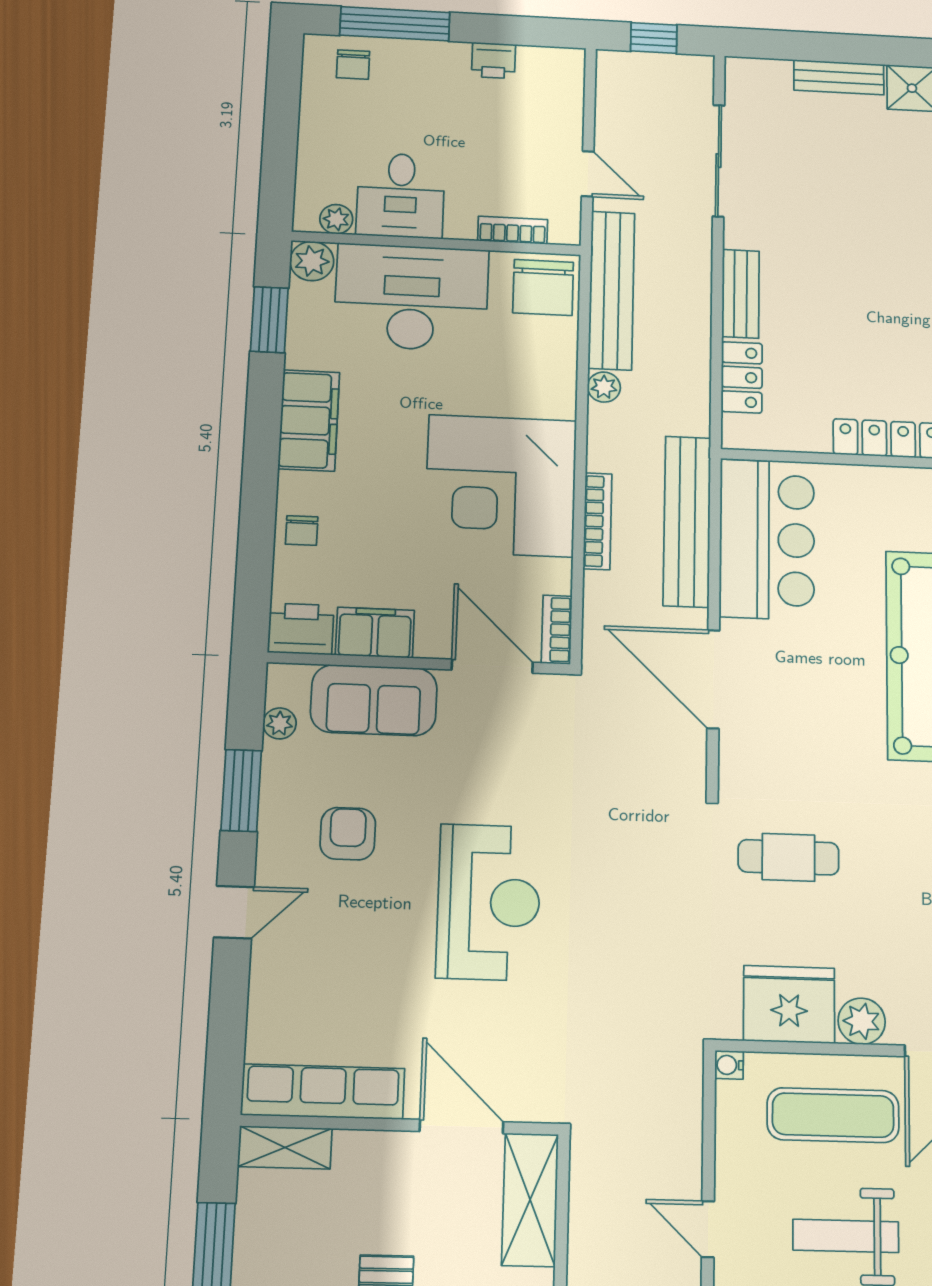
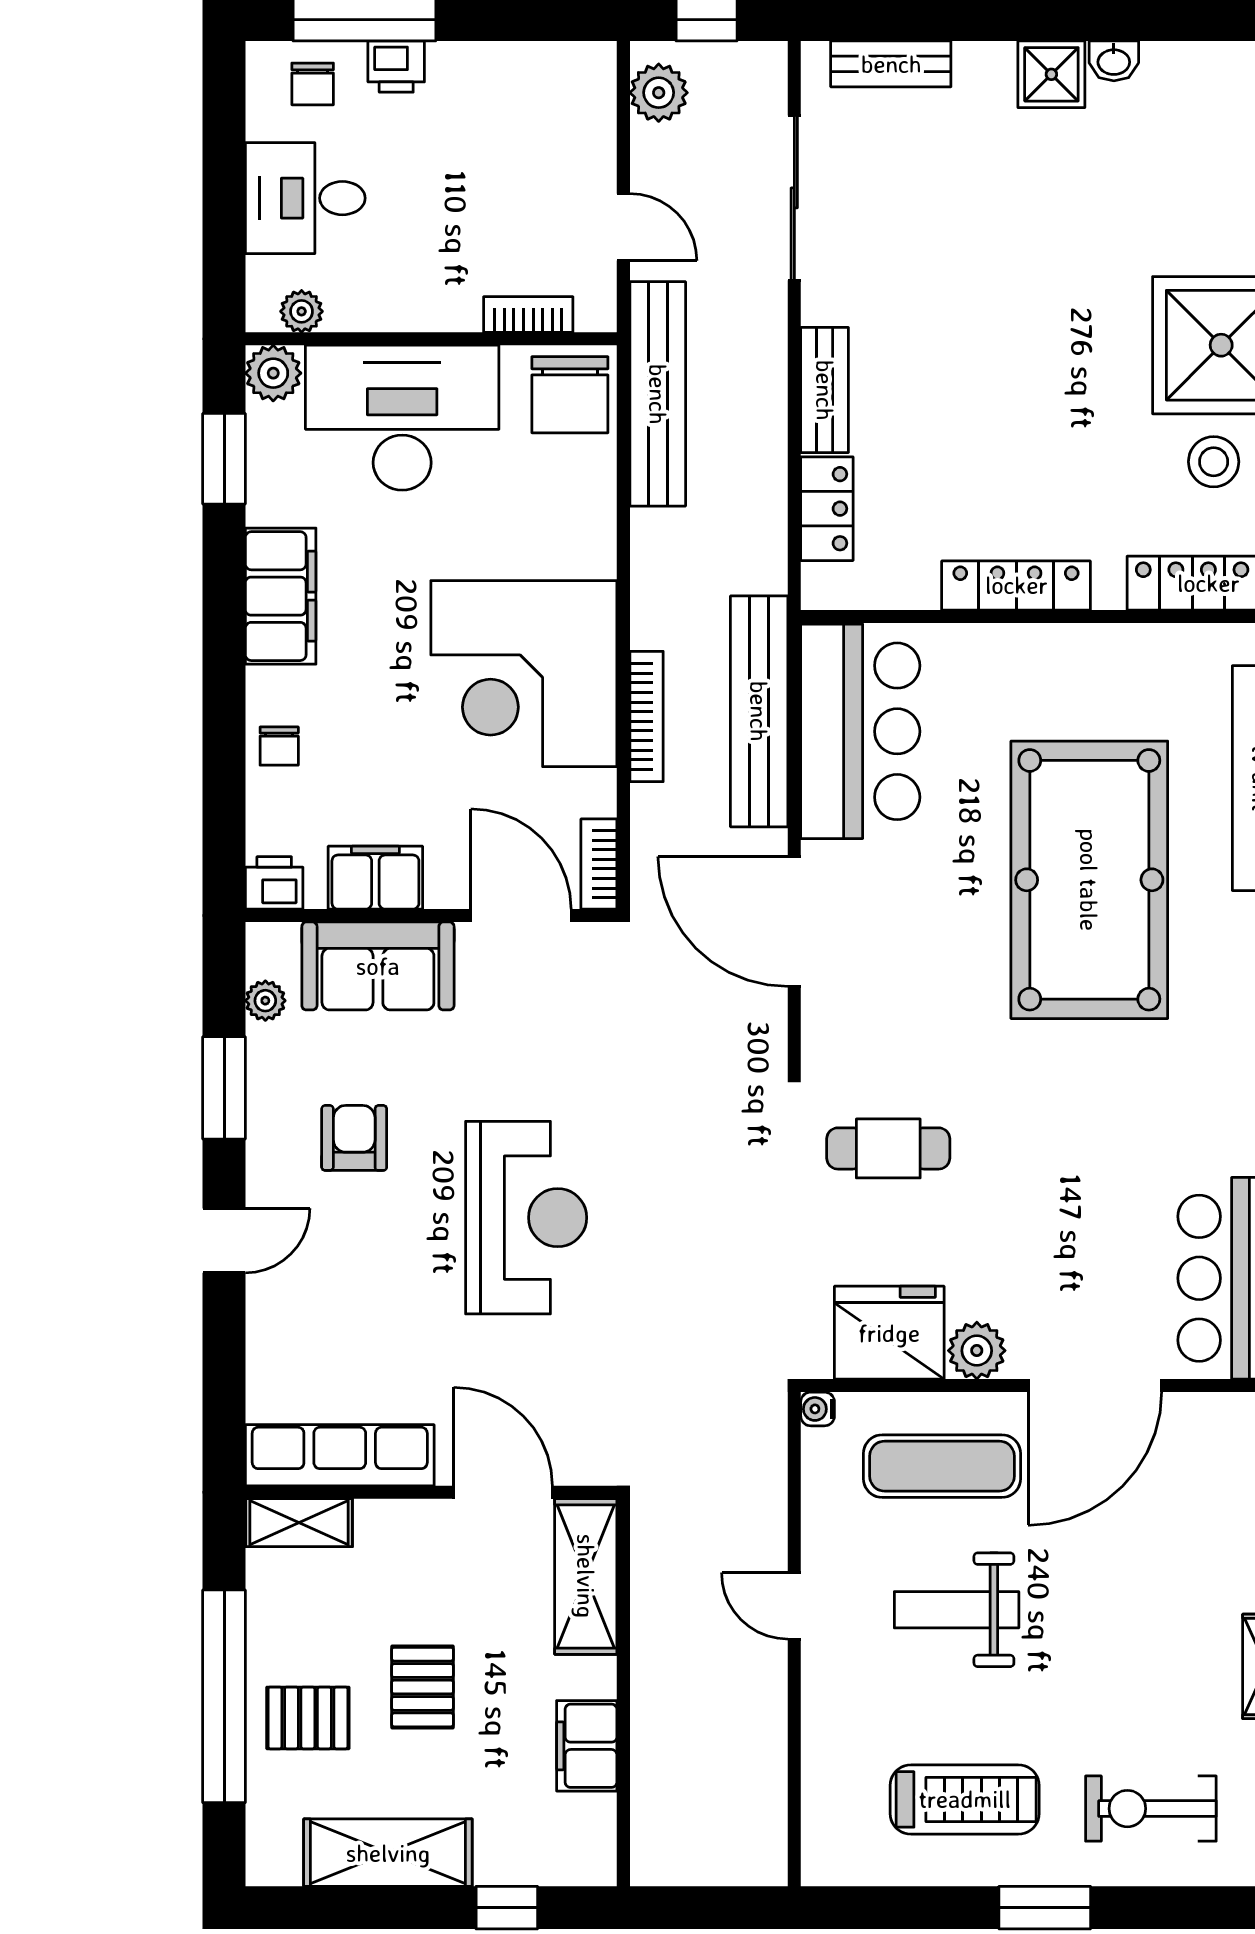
printer: (494, 60) -> (396, 67), moved
bench: (839, 77) -> (891, 64), moved
desk: (401, 195) -> (305, 198), moved, turned 90
plant: (604, 387) -> (659, 93), moved, width x1.38, depth x1.38
printer: (301, 629) -> (274, 883), width x0.73, depth x0.81

